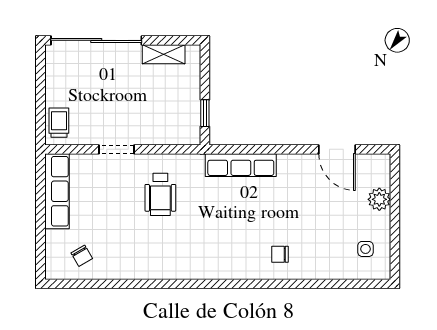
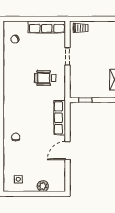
door: (337, 149) -> (67, 151), moved

